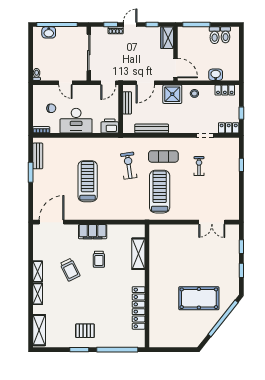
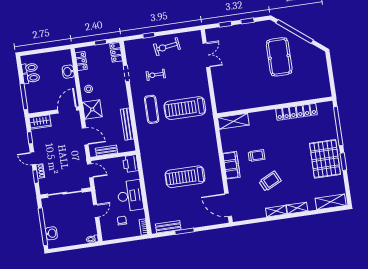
exercise bike: (129, 166) -> (167, 47), moved
shelving: (138, 254) -> (233, 121), moved
pallet: (85, 331) -> (325, 159), width x2.05, depth x2.00

